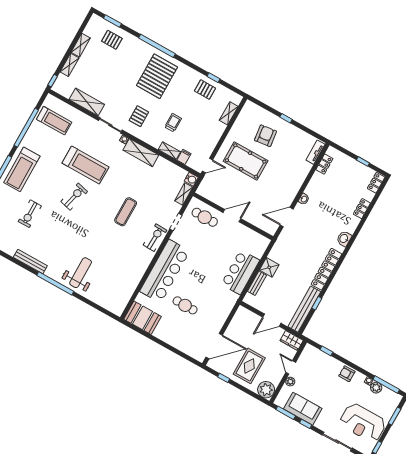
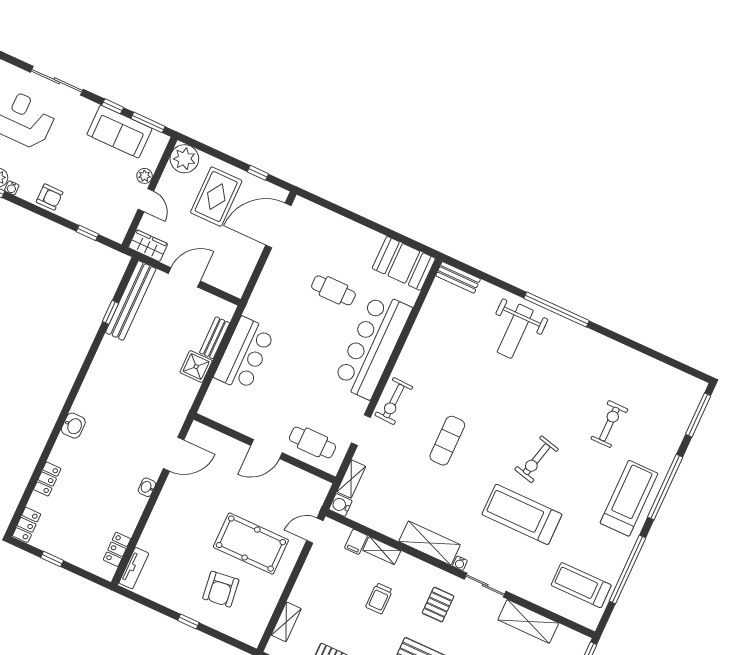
bench: (30, 261) -> (458, 277), moved, width x0.73
locker: (326, 269) -> (99, 371), removed

